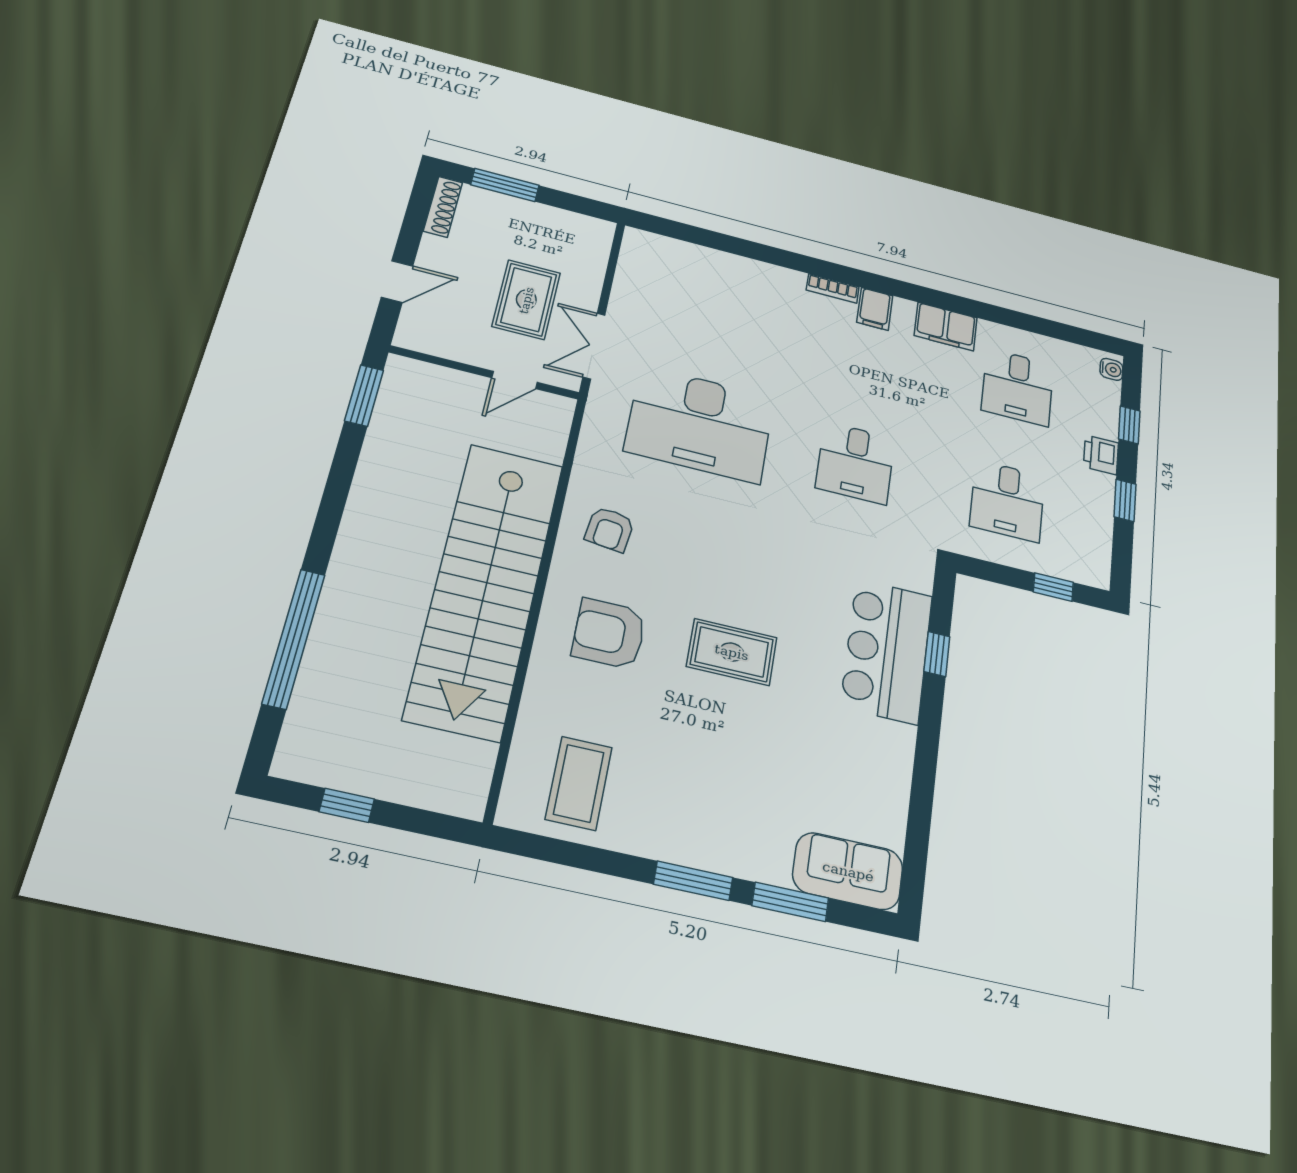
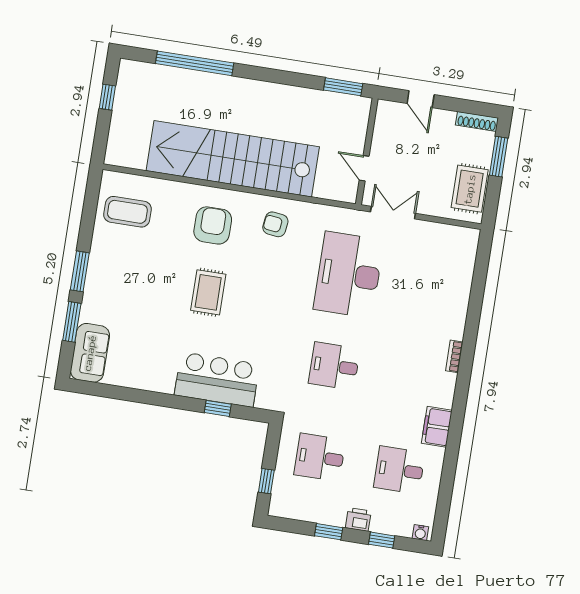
rug: (526, 300) -> (470, 189), moved, turned 90
filing cabinet: (875, 309) -> (443, 382), removed

